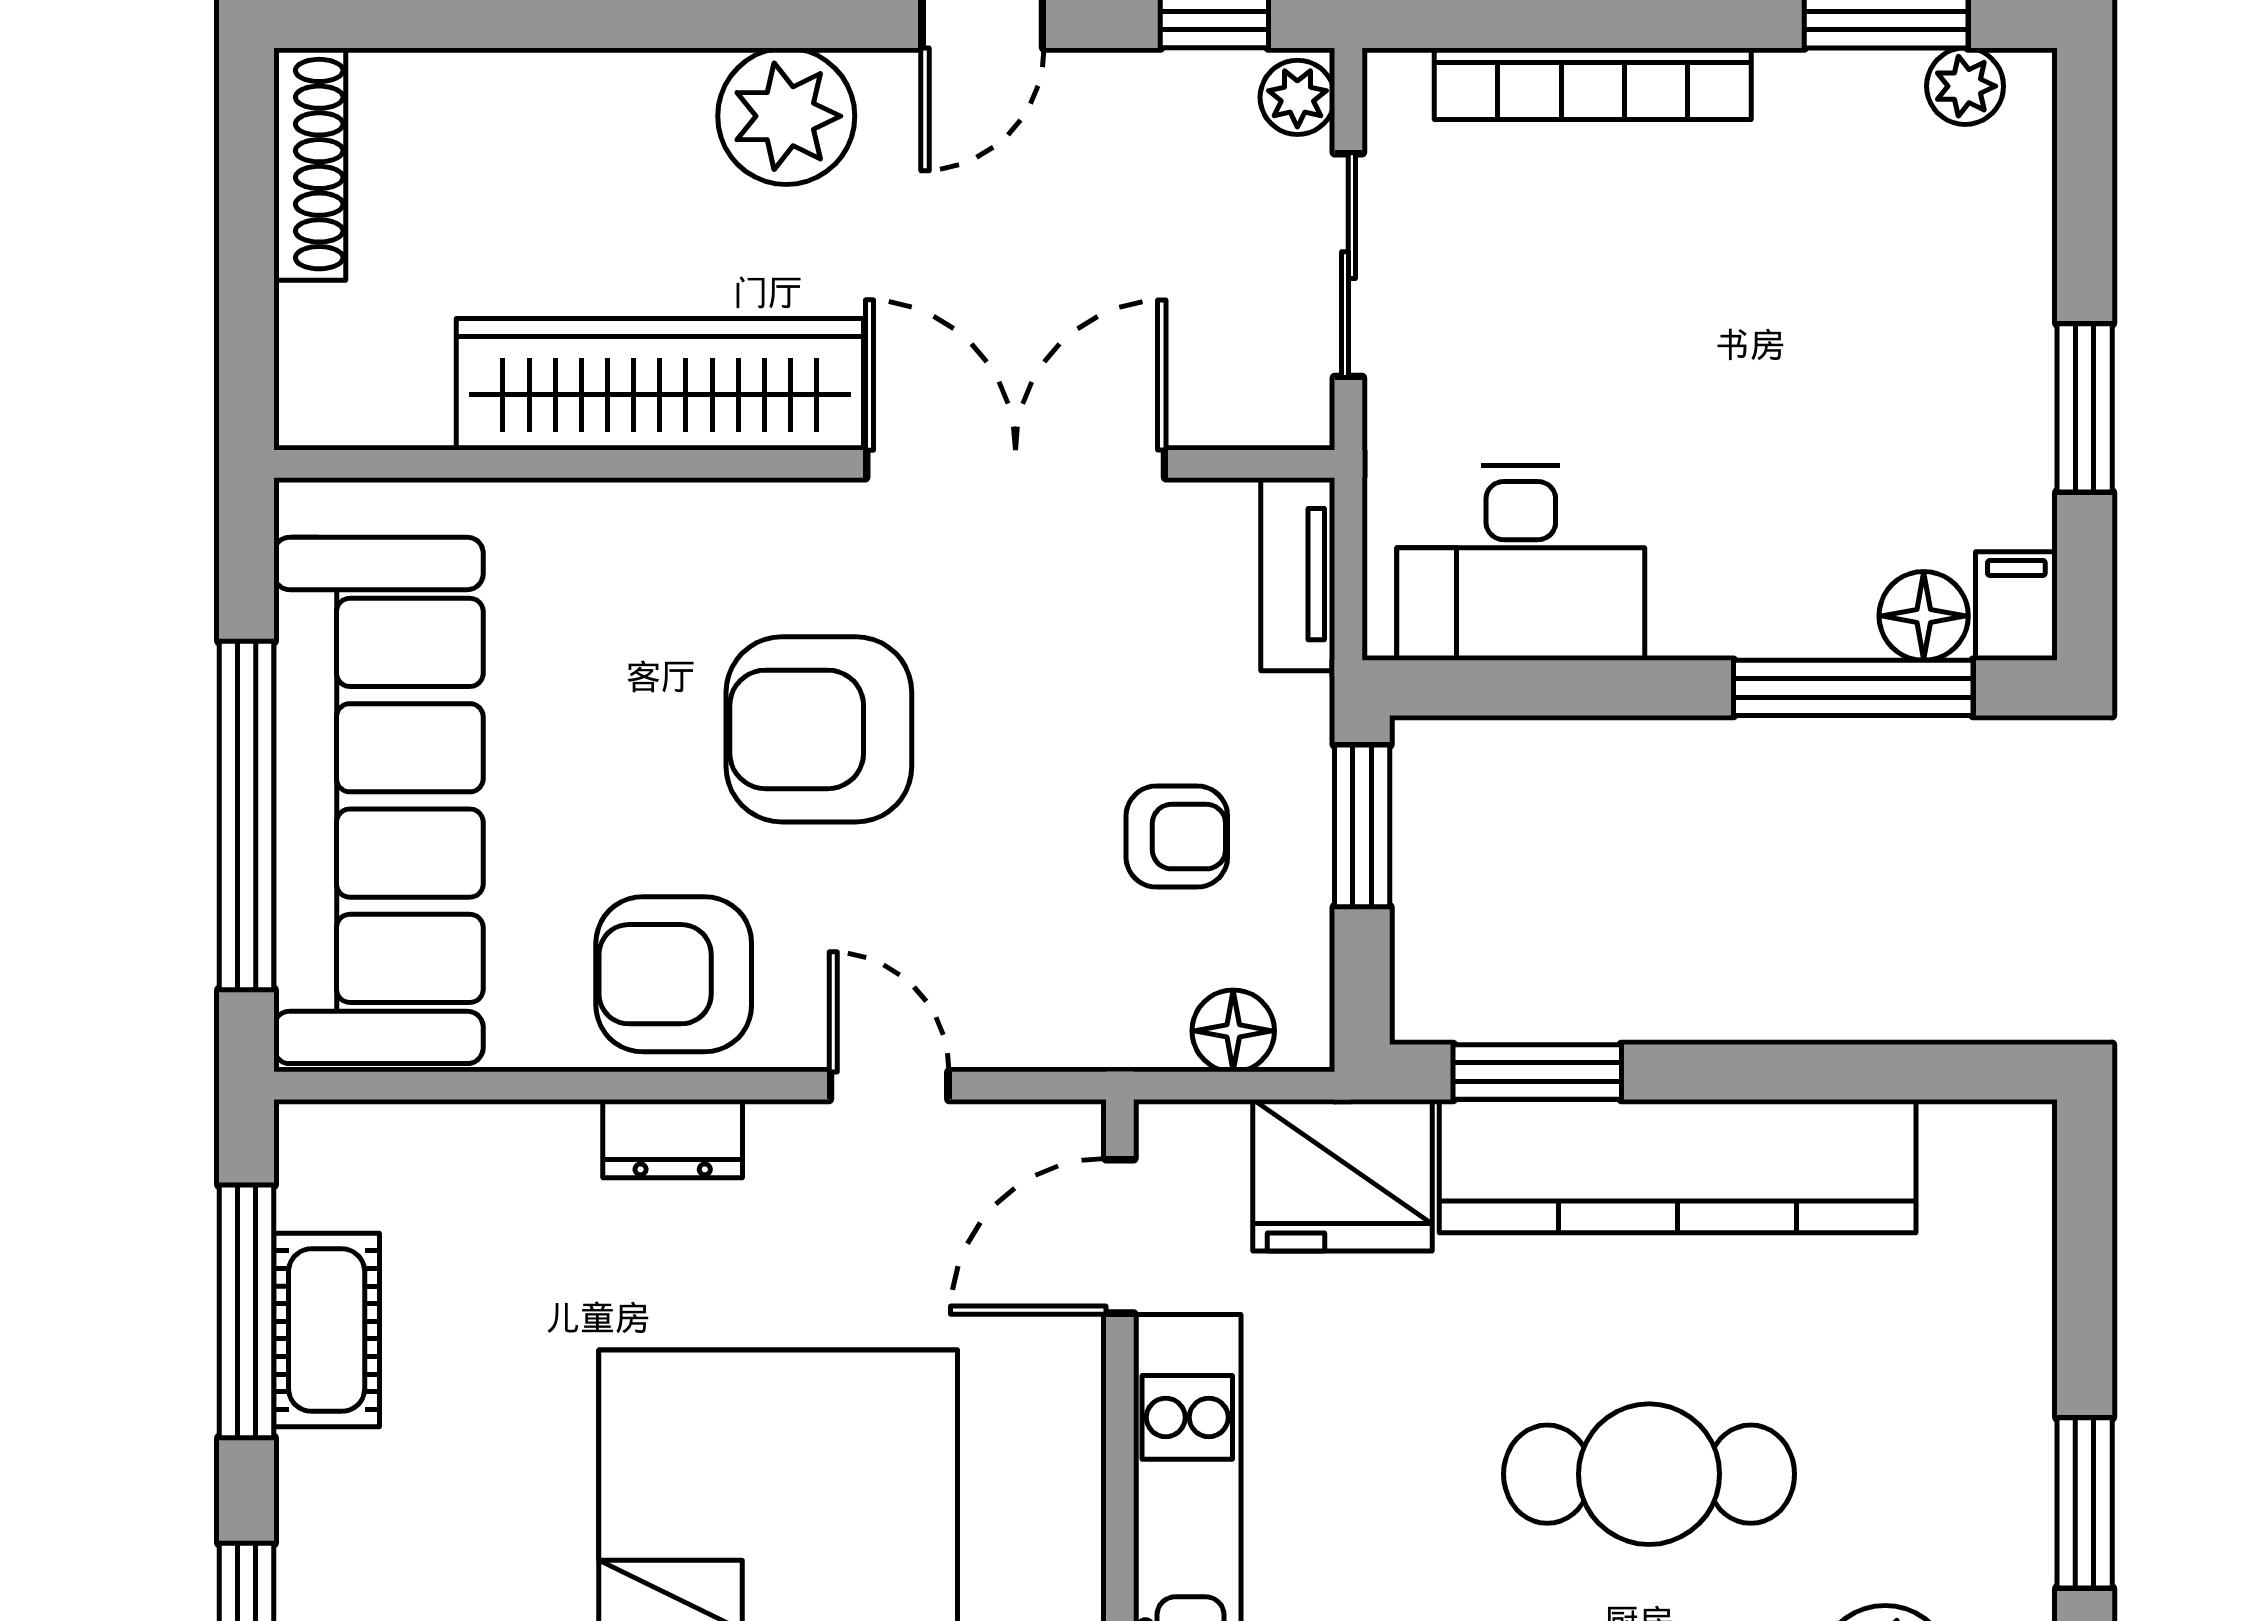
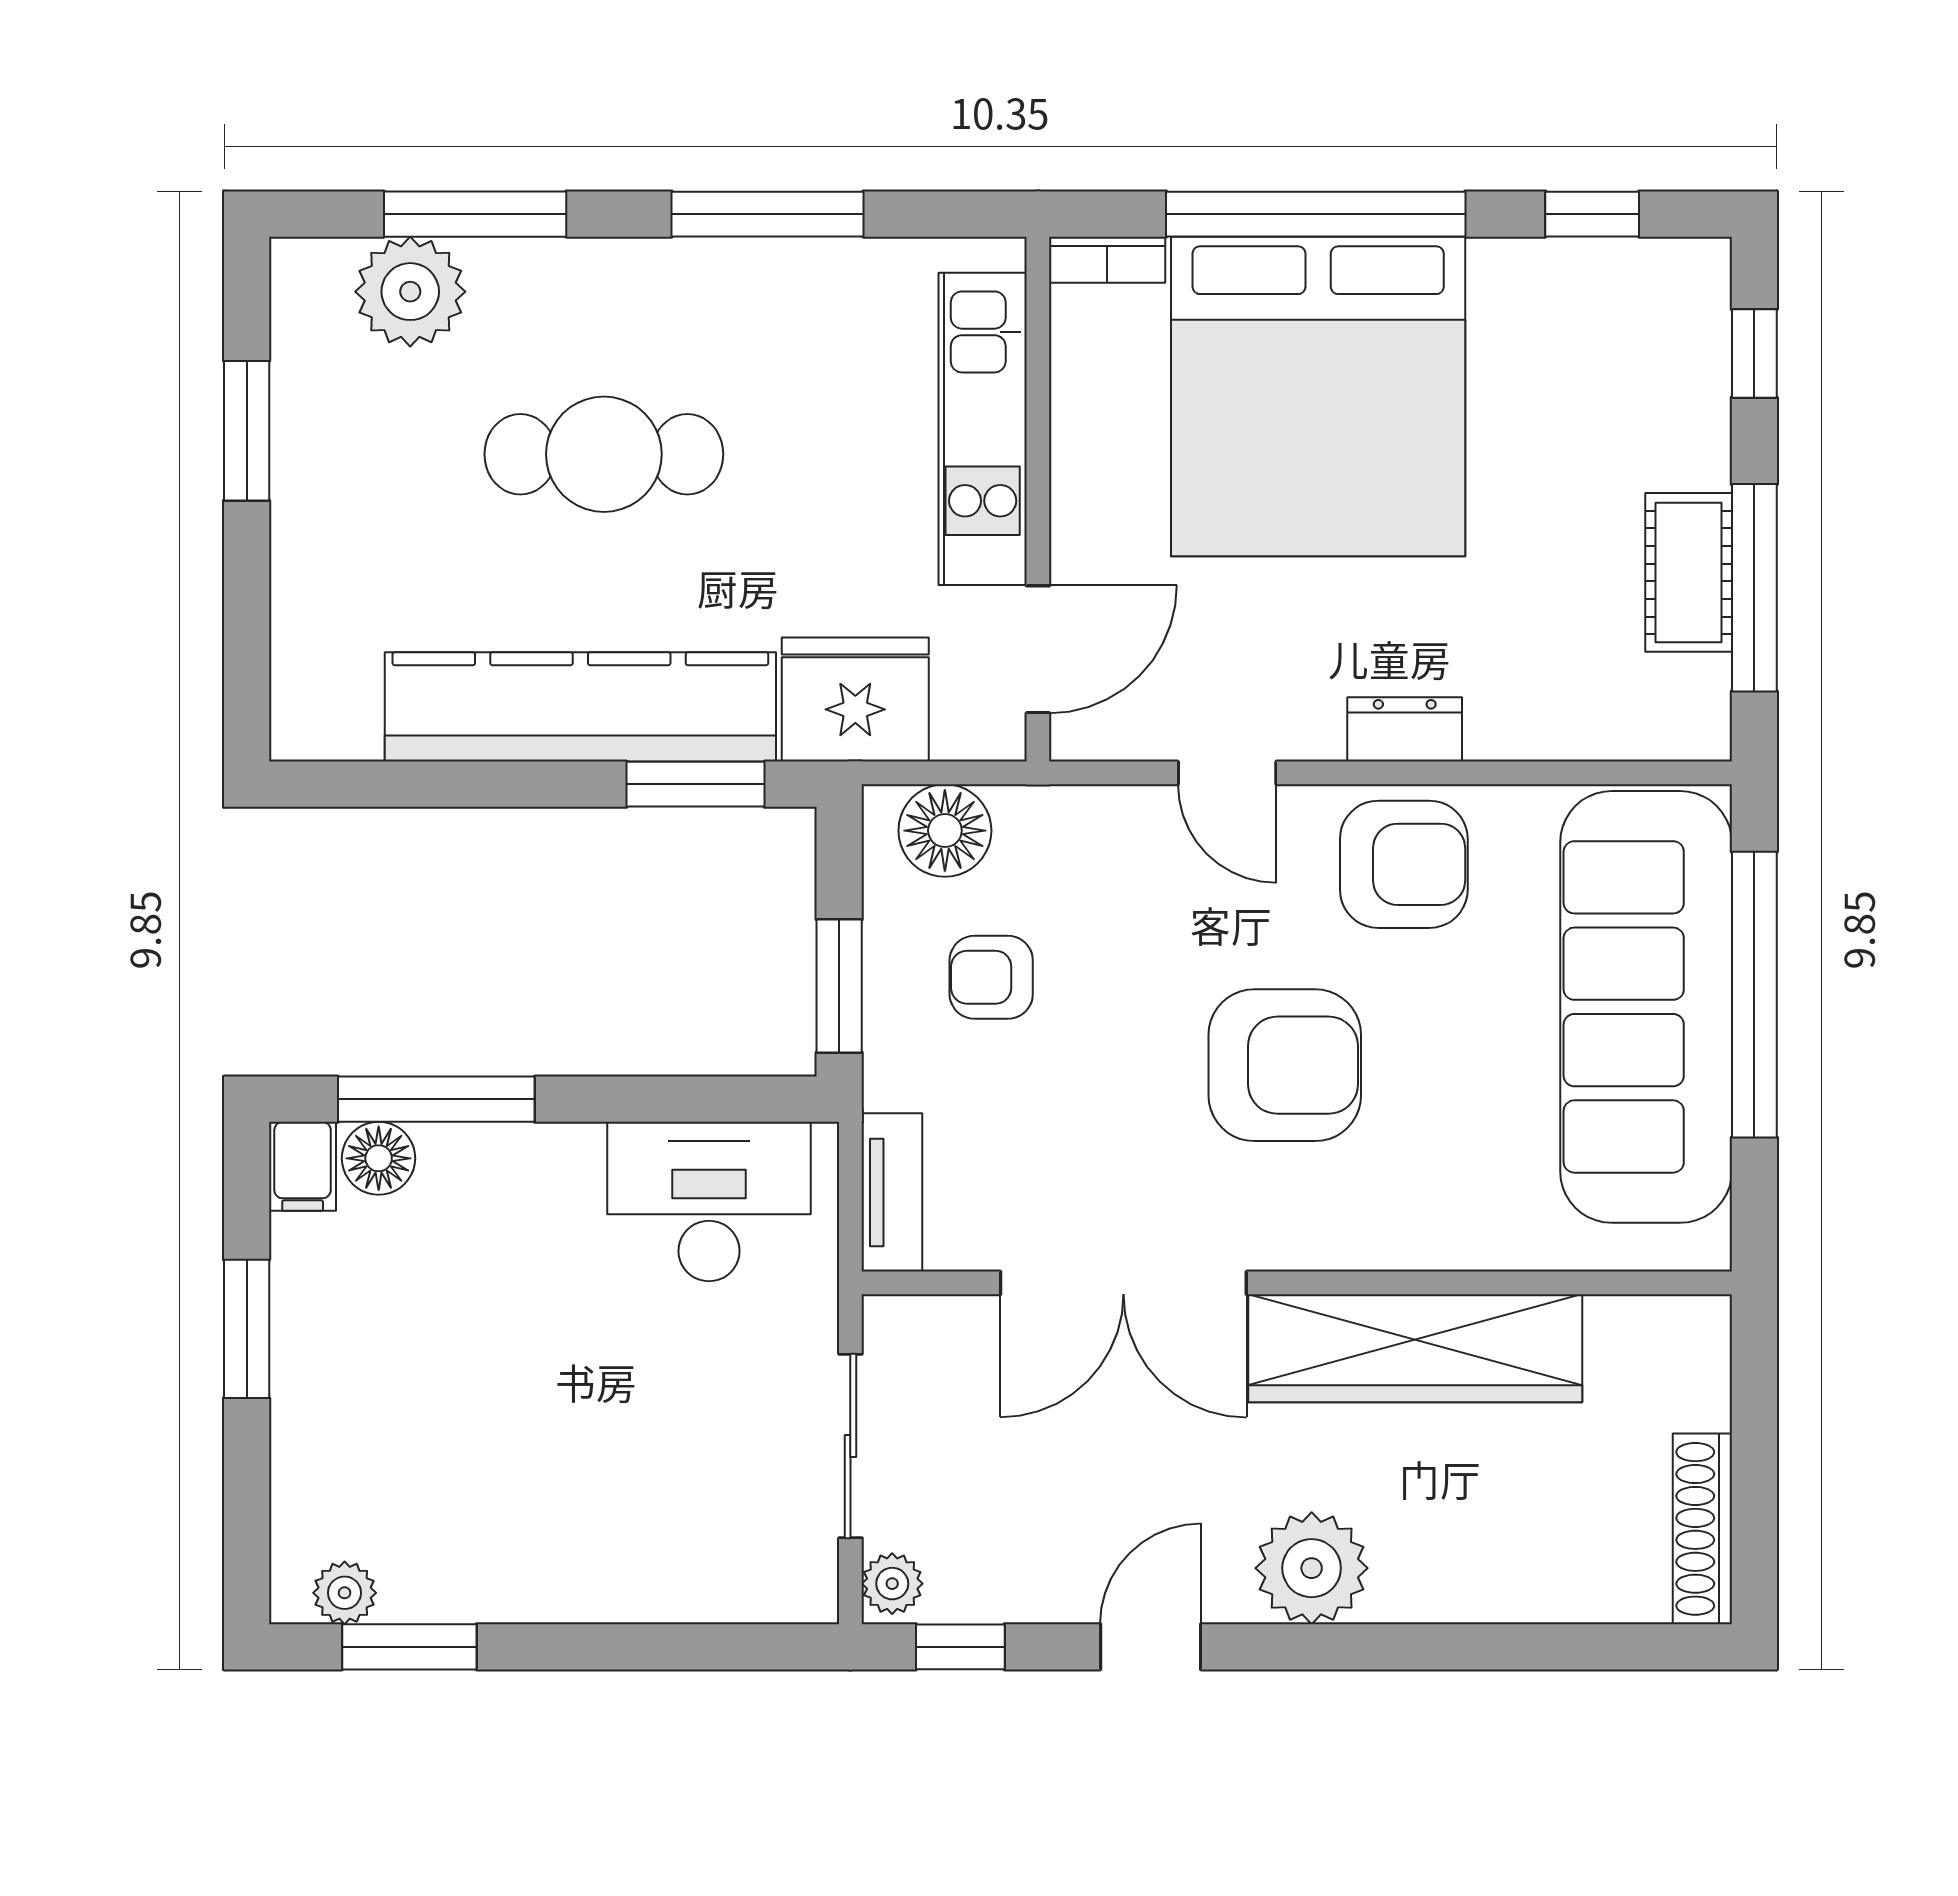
bookcase: (1593, 84) -> (650, 1595), removed
floor lamp: (1233, 1031) -> (945, 831), width x1.38, depth x1.38

